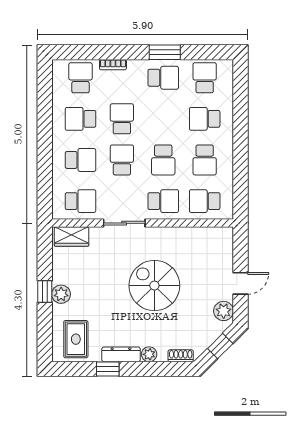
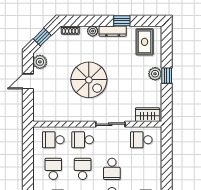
school desk: (80, 160) -> (141, 169), removed
school desk: (205, 201) -> (53, 140), turned 180

